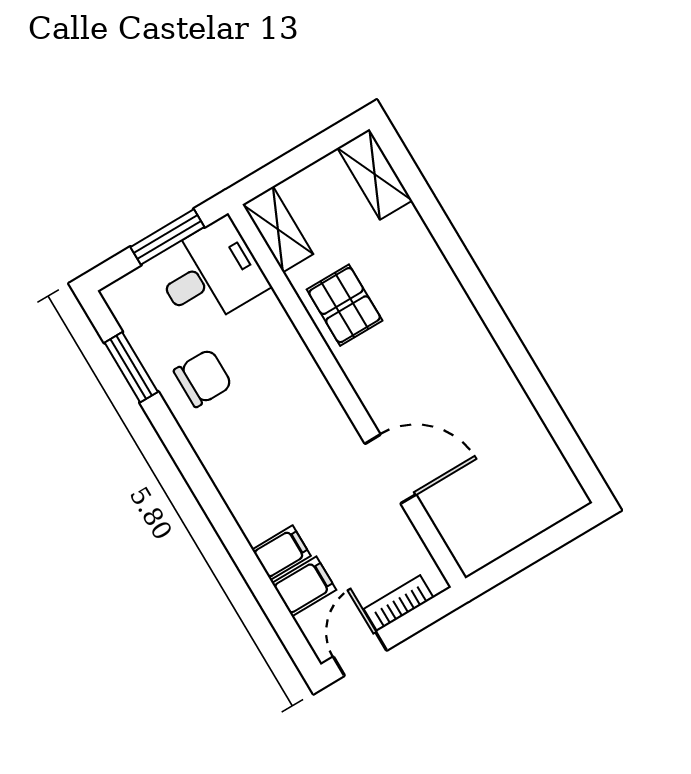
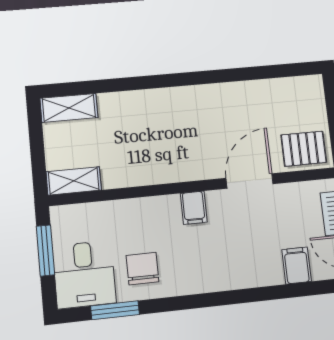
desk: (210, 274) -> (84, 274), moved, turned 180
pallet: (345, 305) -> (304, 149), moved
filing cabinet: (281, 553) -> (194, 208), moved, turned 180

